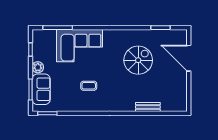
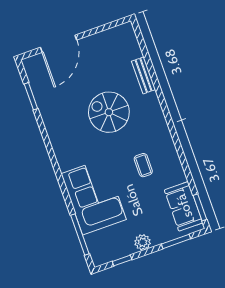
spiral stairs: (138, 60) -> (109, 112), moved
sofa: (41, 89) -> (184, 206), moved, turned -90

